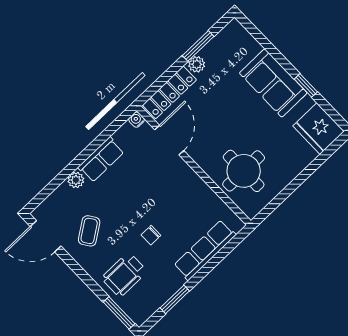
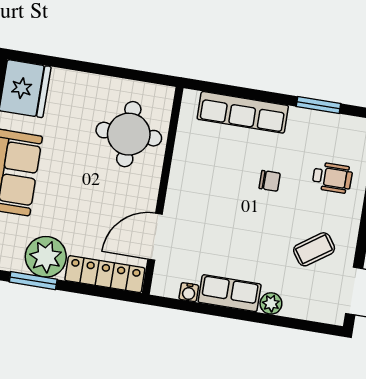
plant: (197, 64) -> (46, 257), width x1.87, depth x1.87
water cooler: (137, 120) -> (189, 292), moved
wheelchair: (124, 275) -> (332, 178), width x0.73, depth x0.73

